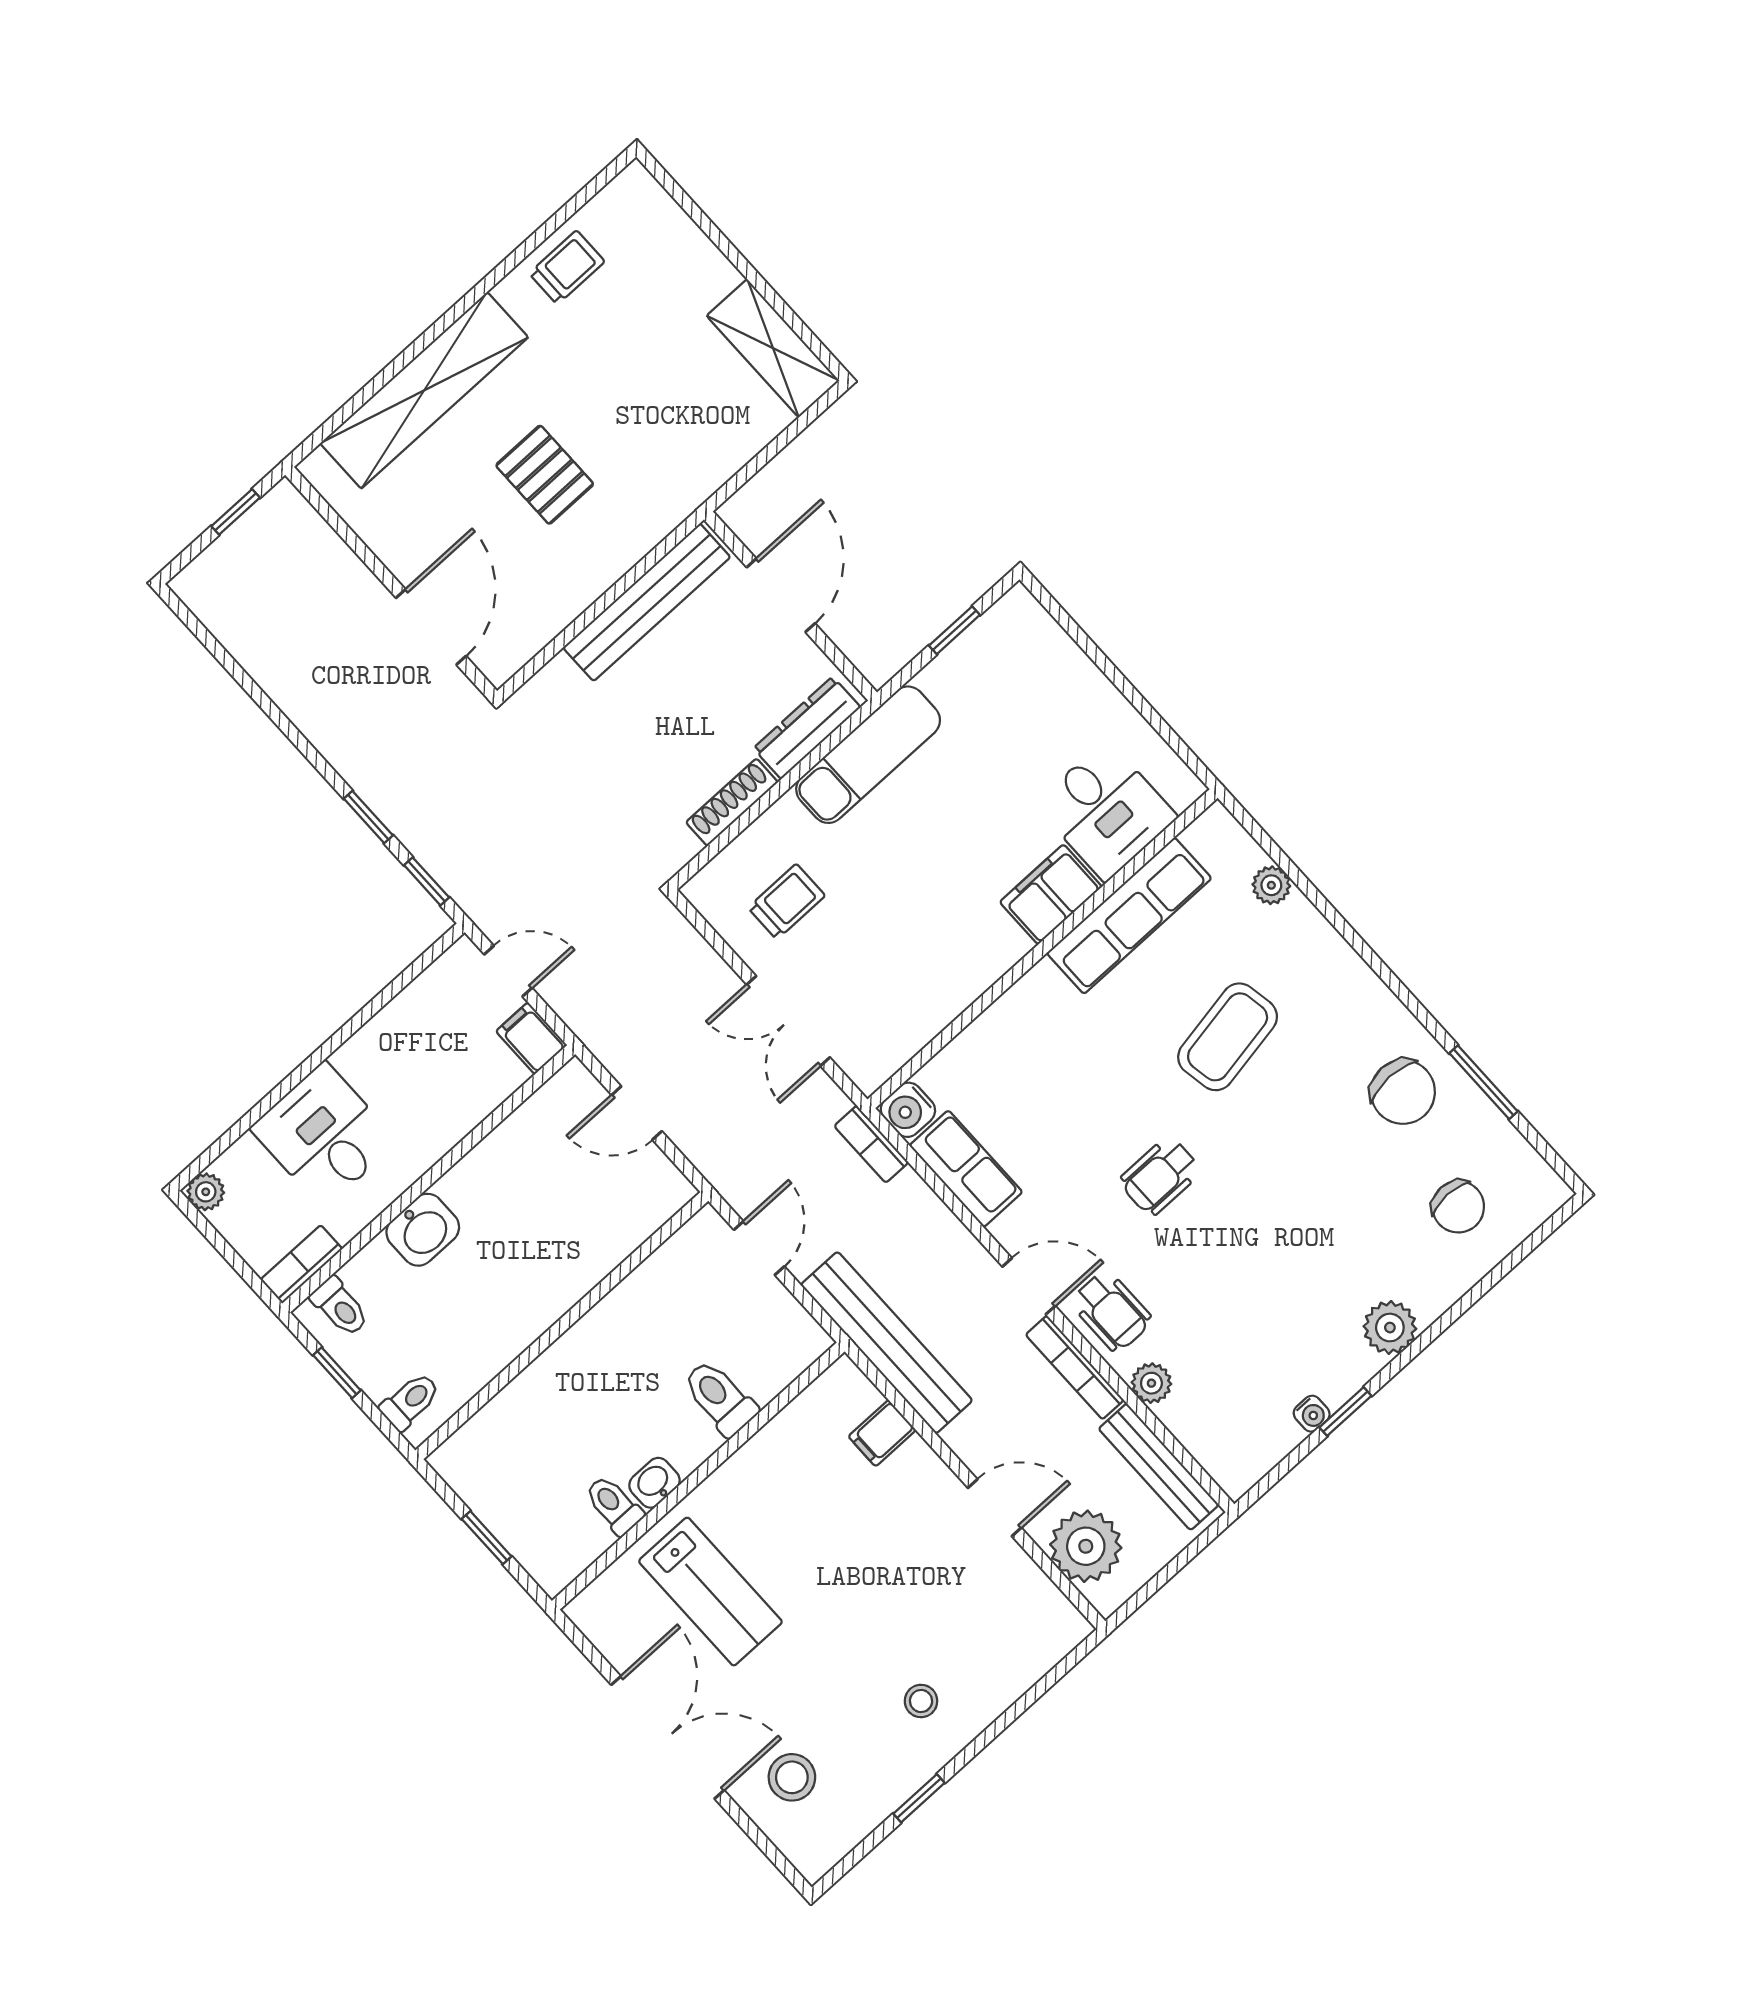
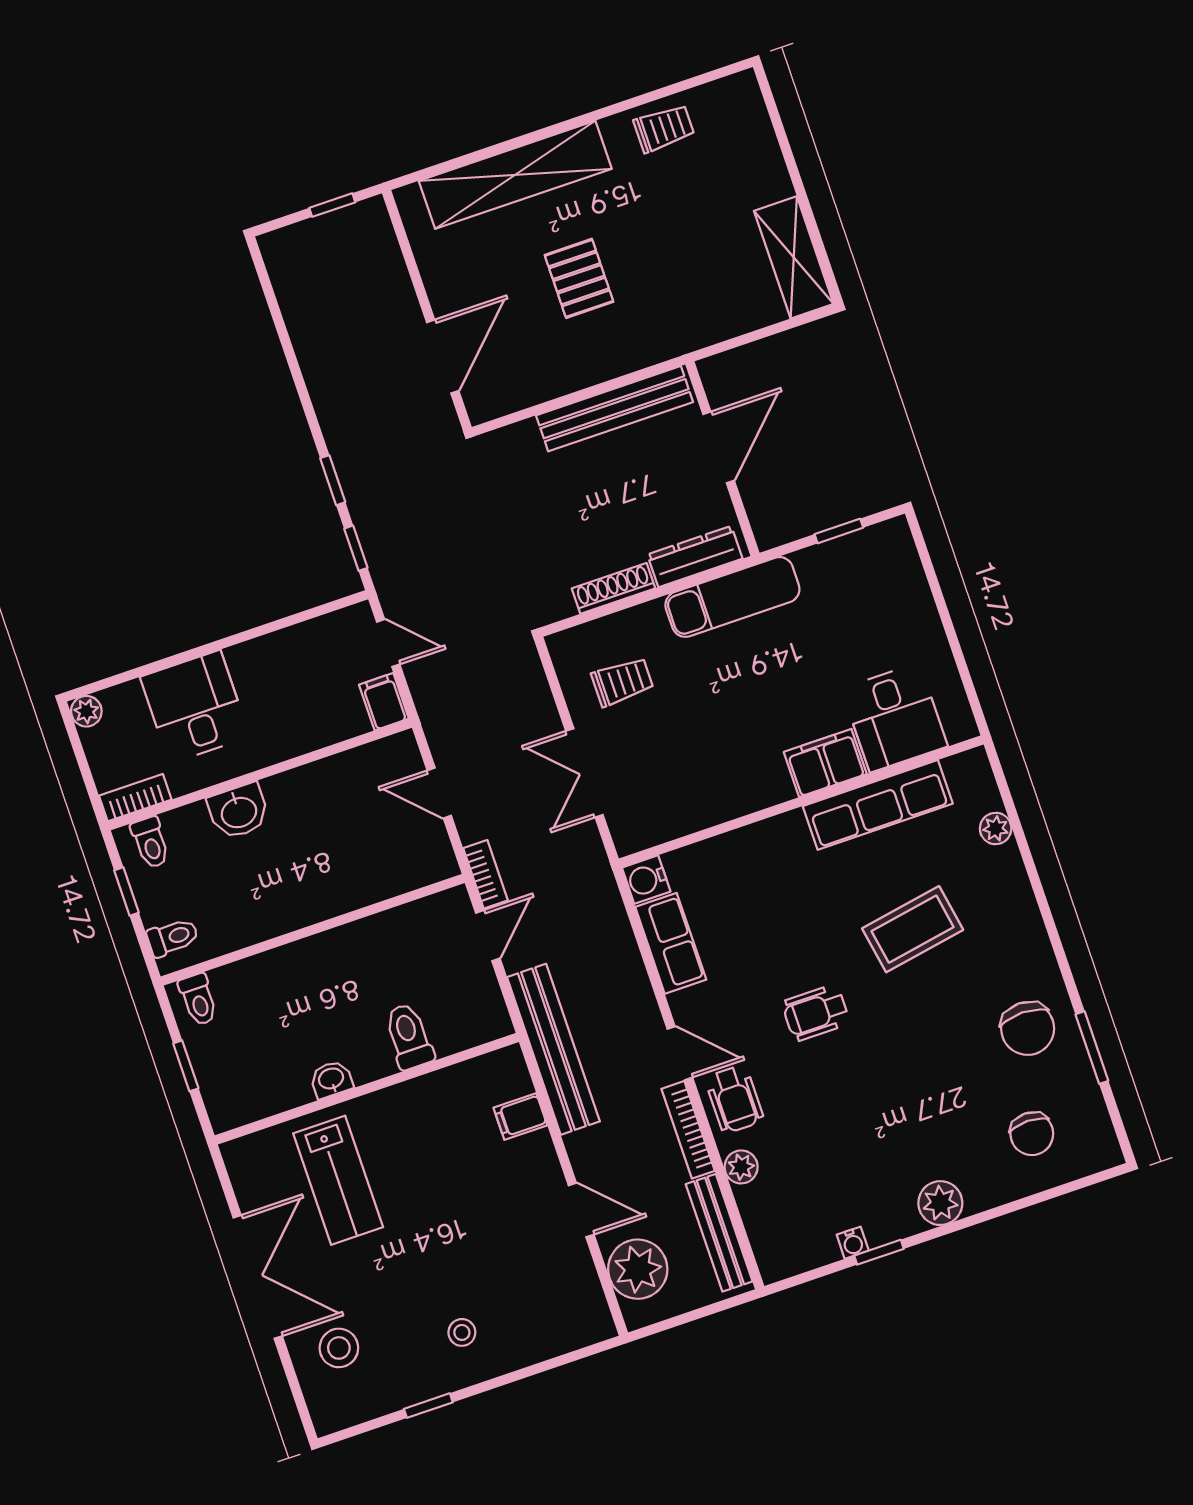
bookcase: (871, 1144) -> (486, 874), moved, turned 180
toilet: (614, 1505) -> (198, 999), moved, turned 180

